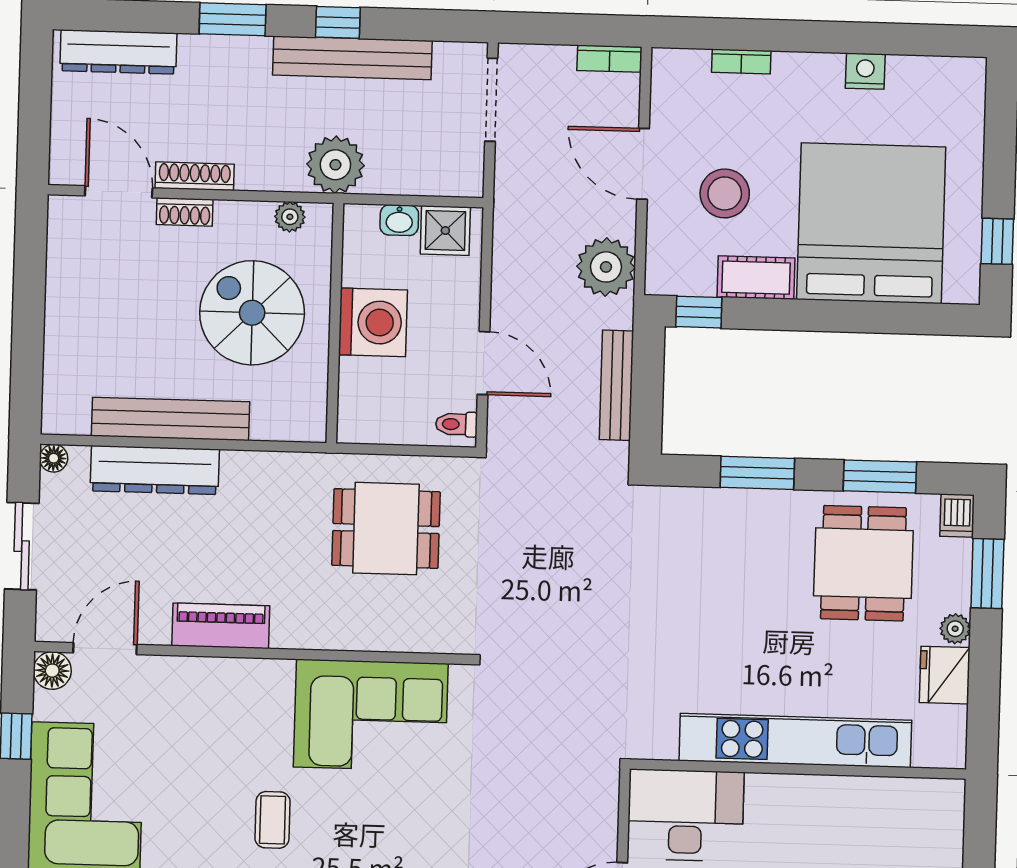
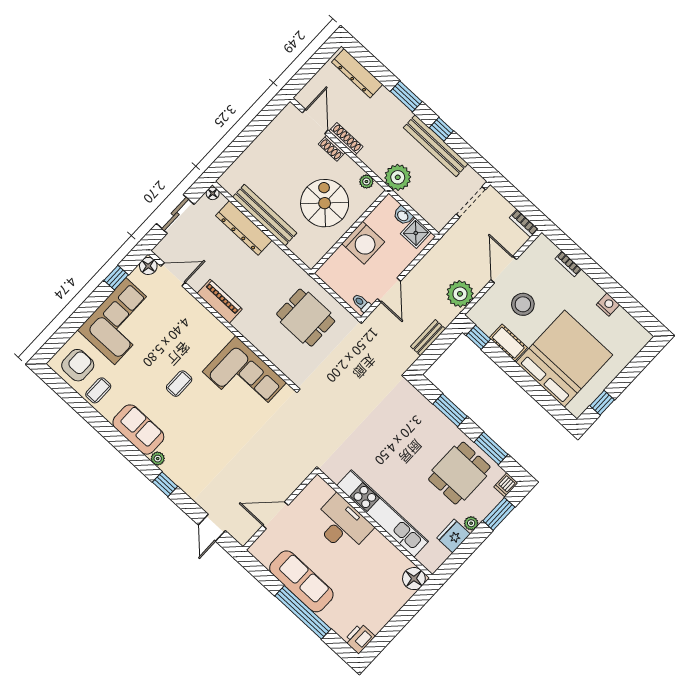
bench: (616, 385) -> (428, 338), width x0.73
floor lamp: (941, 802) -> (414, 579), added
desk: (686, 815) -> (342, 525), moved

